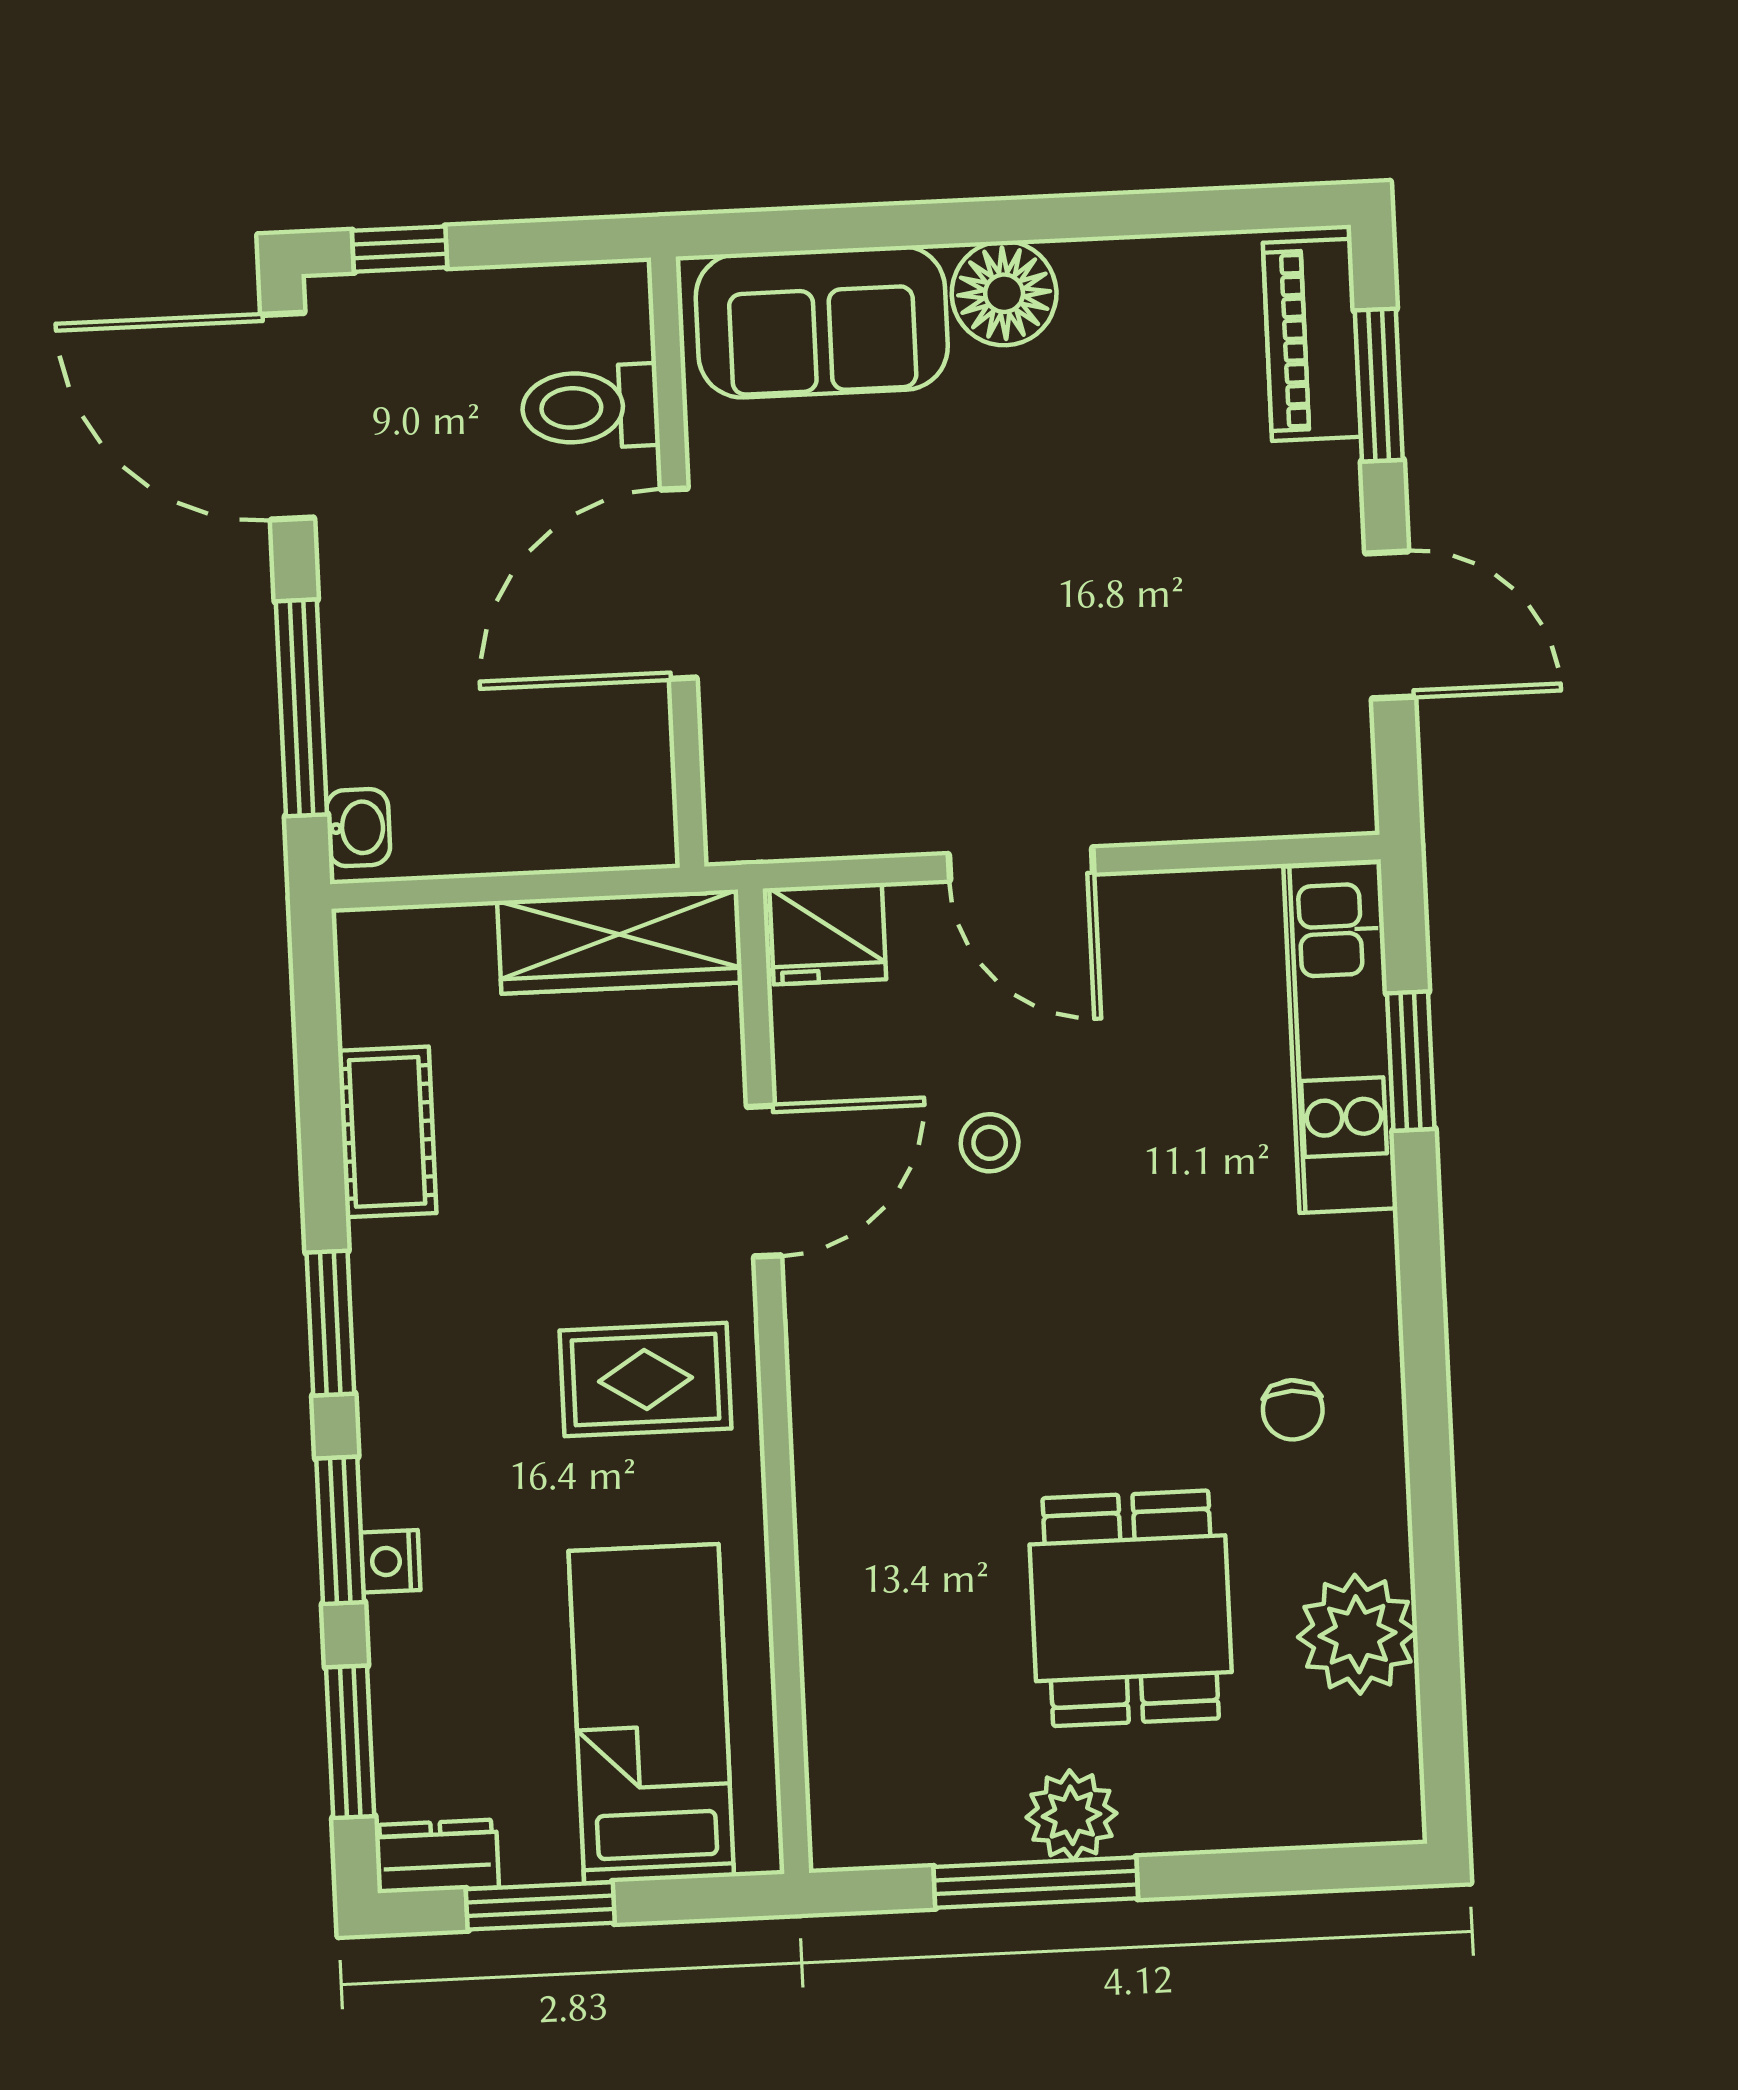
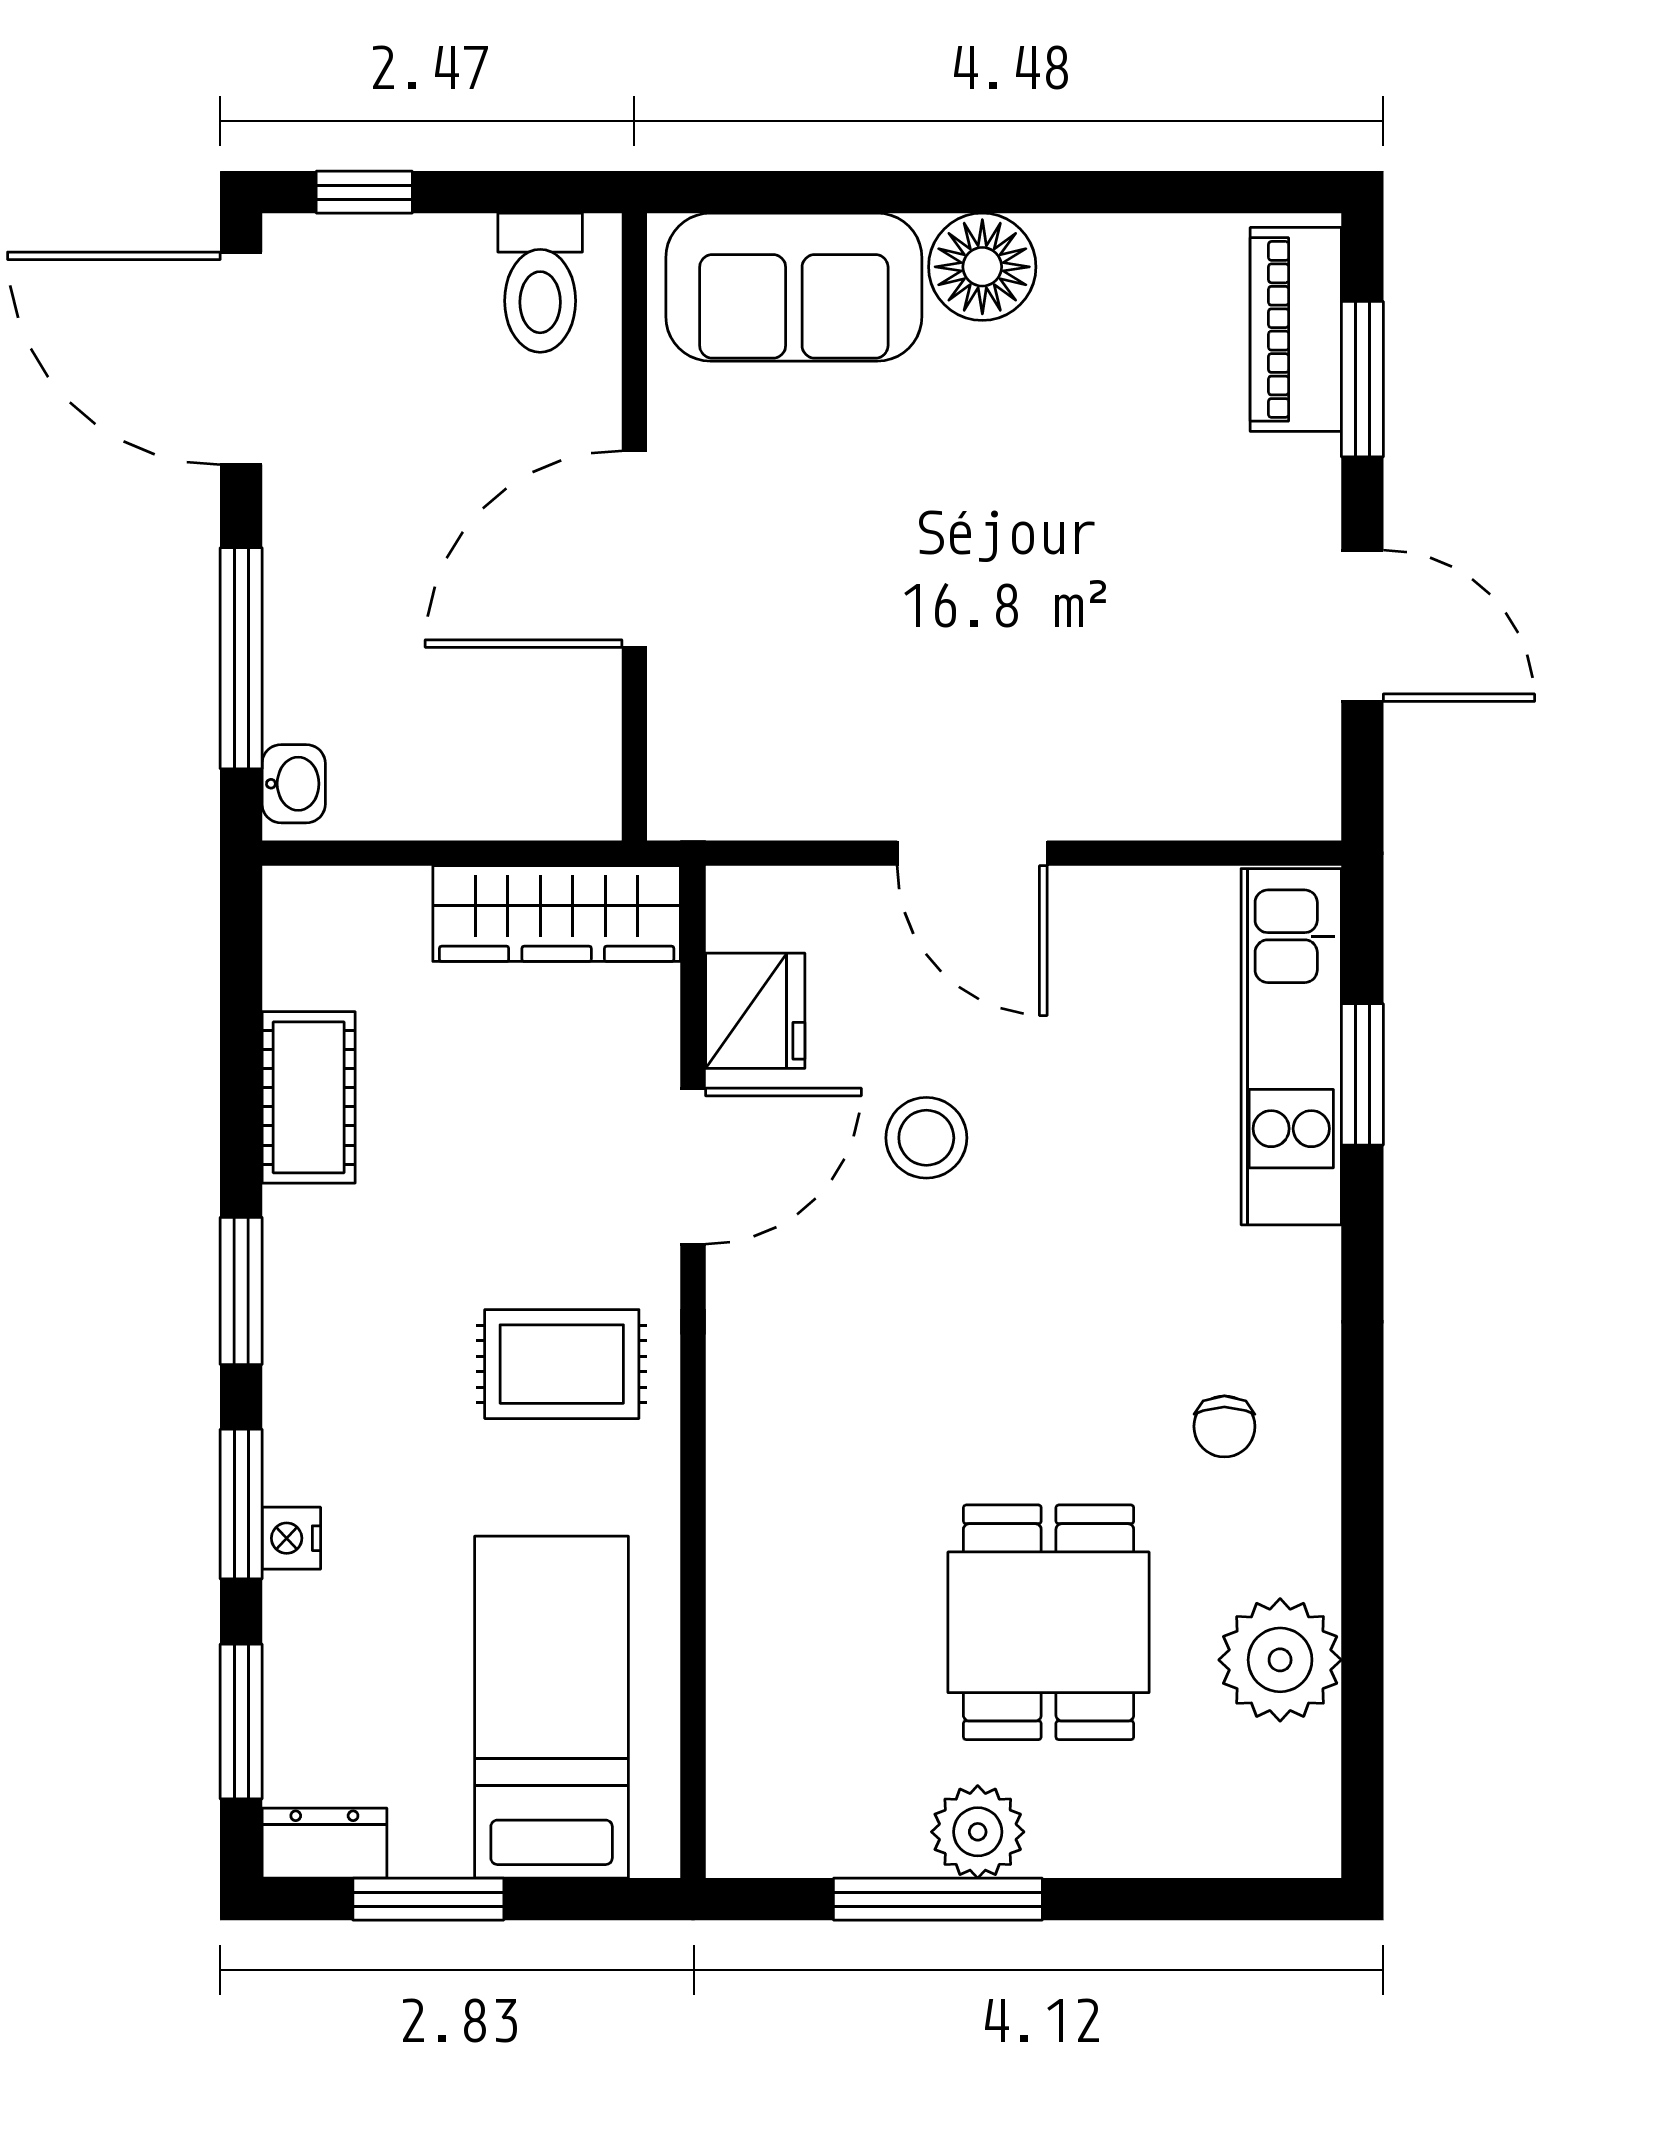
toilet: (590, 407) -> (540, 283), moved, turned -90
fridge: (828, 934) -> (755, 1011), moved, turned -90
stool: (990, 1143) -> (926, 1138), width x1.37, depth x1.37

